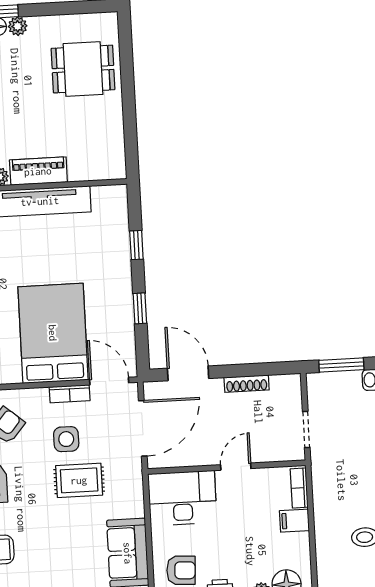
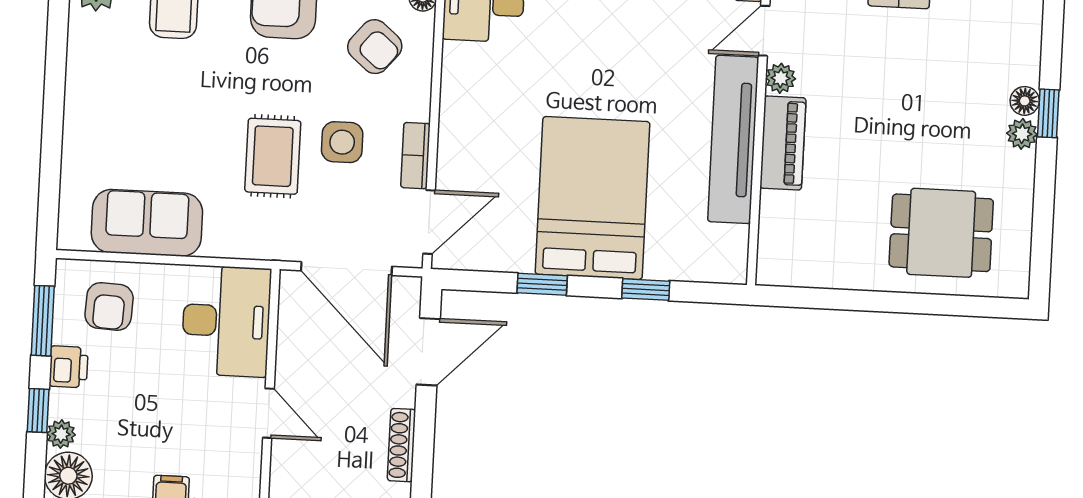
dining table: (83, 69) -> (941, 233), turned 90
bed: (53, 333) -> (593, 198), moved, turned -90

